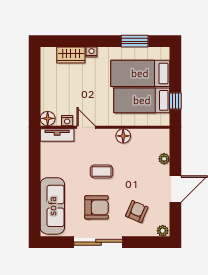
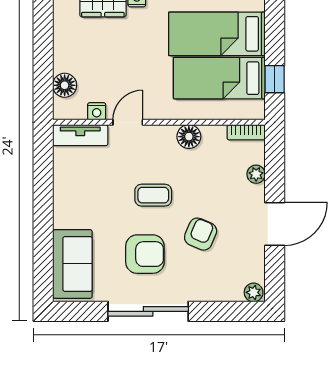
floor lamp: (48, 118) -> (65, 85), moved
door: (86, 127) -> (128, 122), hinge flipped
bookcase: (158, 133) -> (246, 132), added
sofa: (52, 206) -> (72, 264), width x0.73
armchair: (137, 212) -> (201, 234), moved

